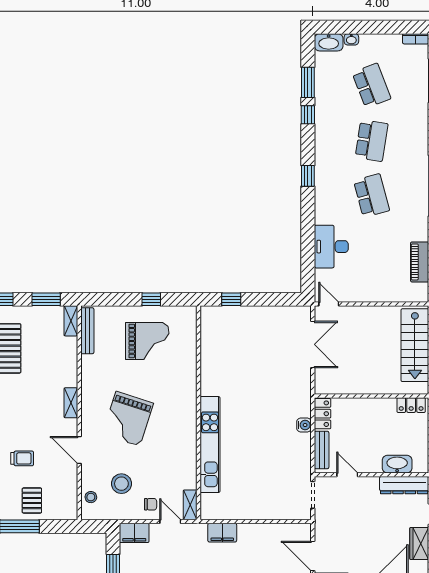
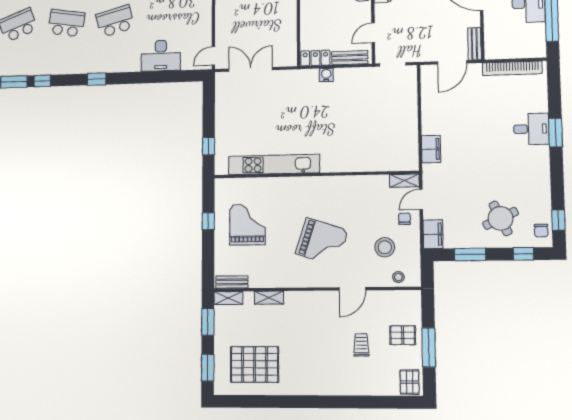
bench: (87, 331) -> (232, 282), width x0.73
shelving: (71, 403) -> (269, 298), moved
kitchen unit: (210, 445) -> (274, 165), moved

